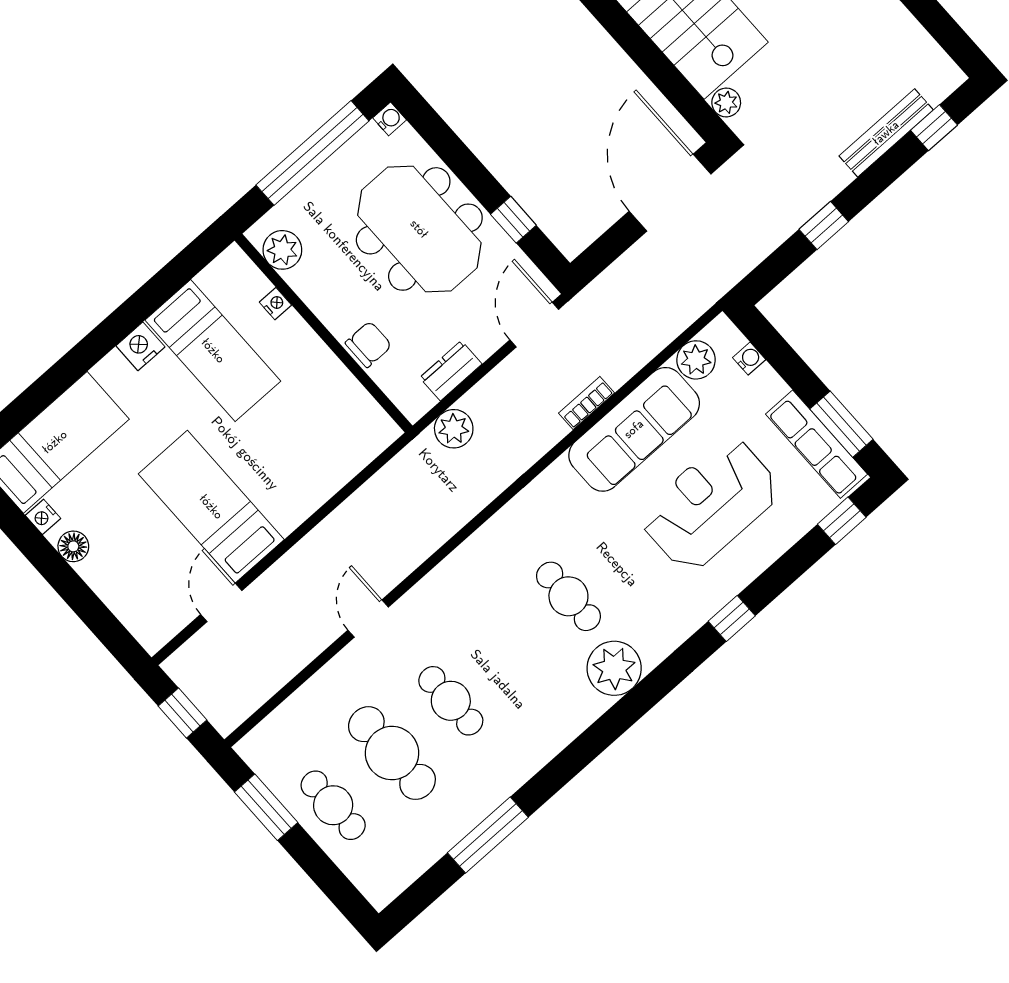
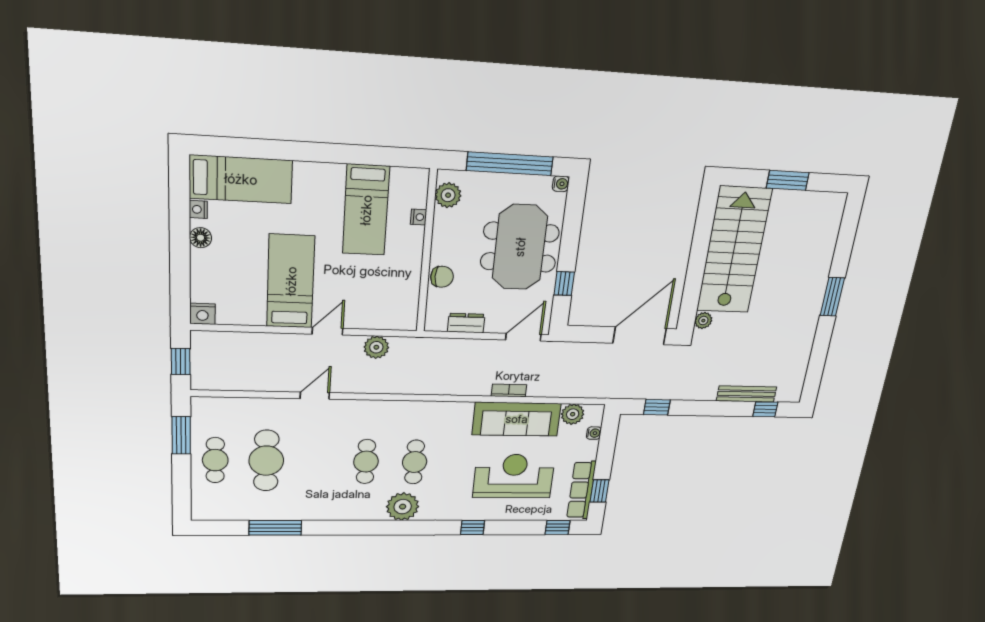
window: (824, 225) -> (657, 407), moved
nightstand: (140, 346) -> (202, 314), moved, turned 180
window: (841, 424) -> (600, 491), width x0.67
plant: (454, 429) -> (376, 347), moved
door: (221, 602) -> (328, 331), moved
cafe table: (451, 701) -> (366, 462), moved

